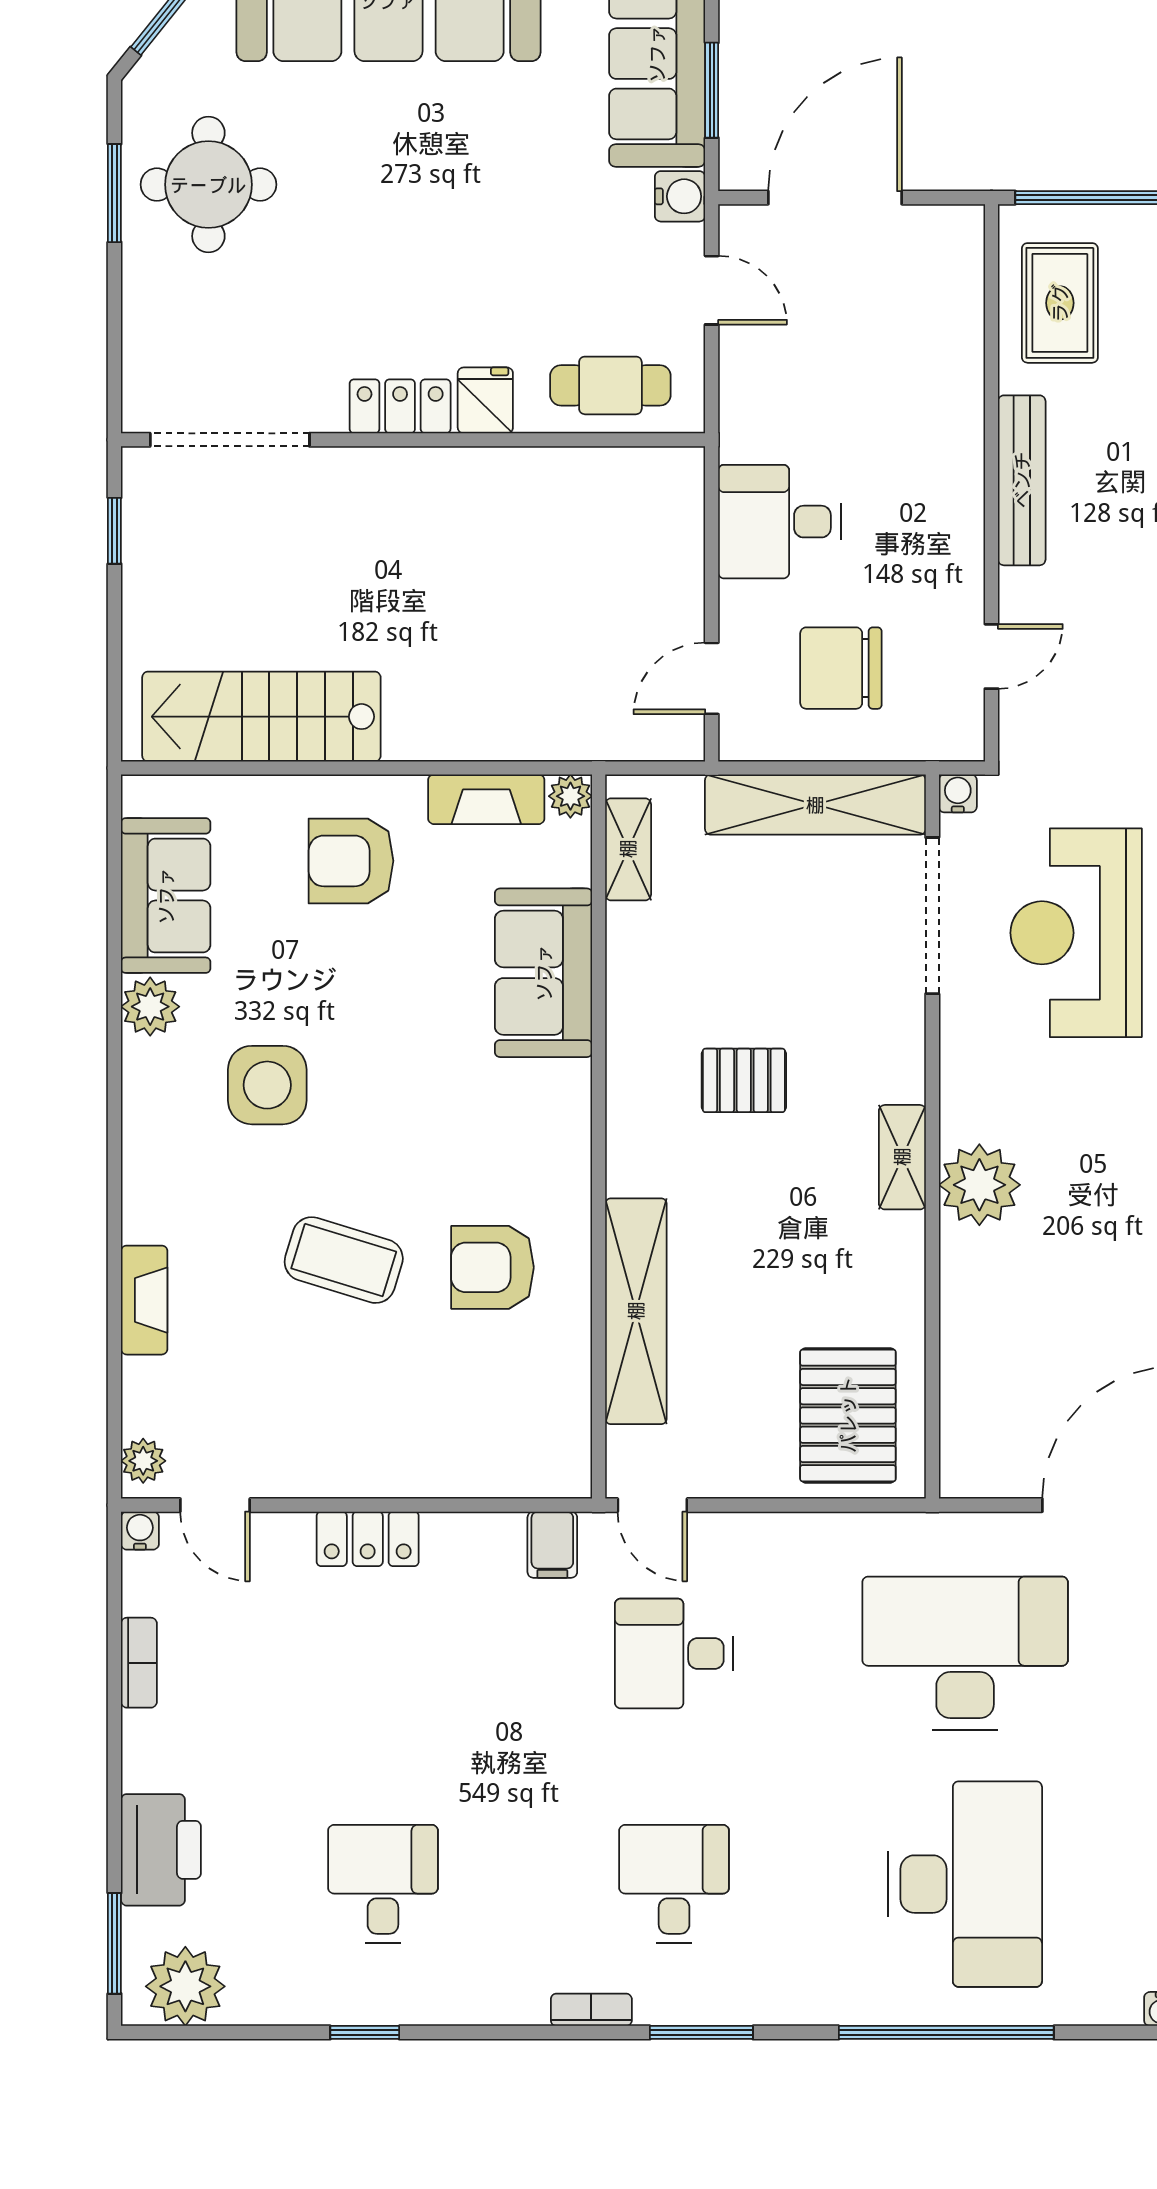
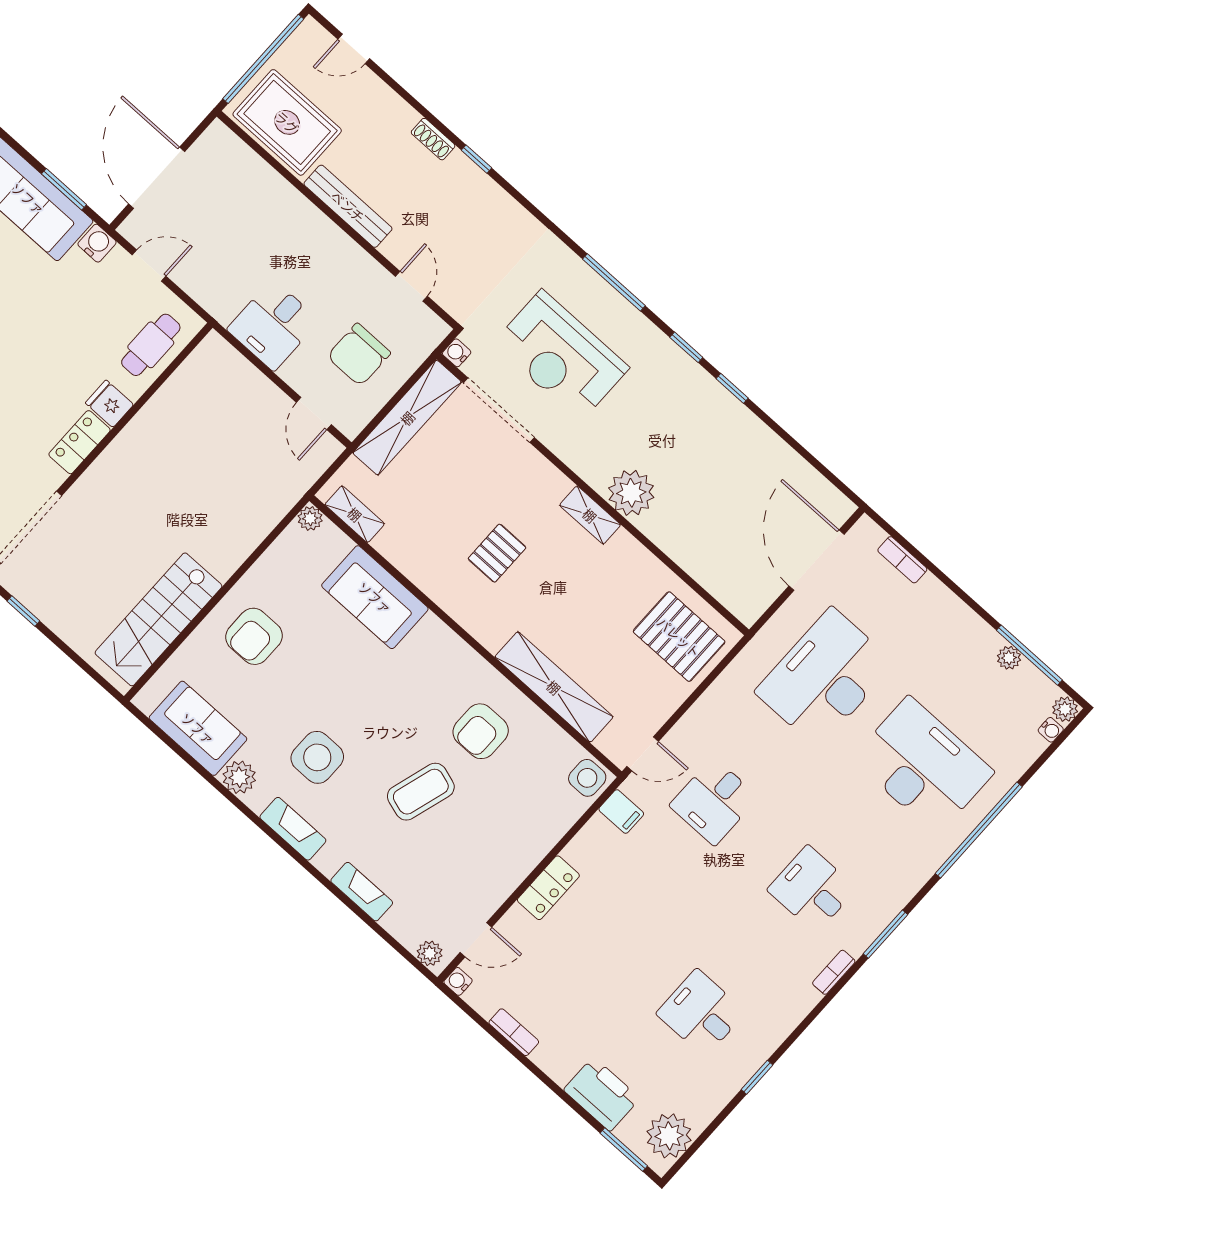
rug: (1060, 303) -> (287, 122), width x1.36, depth x1.43
fireplace: (486, 799) -> (293, 829), moved, turned -90
side table: (556, 1461) -> (587, 778), added

